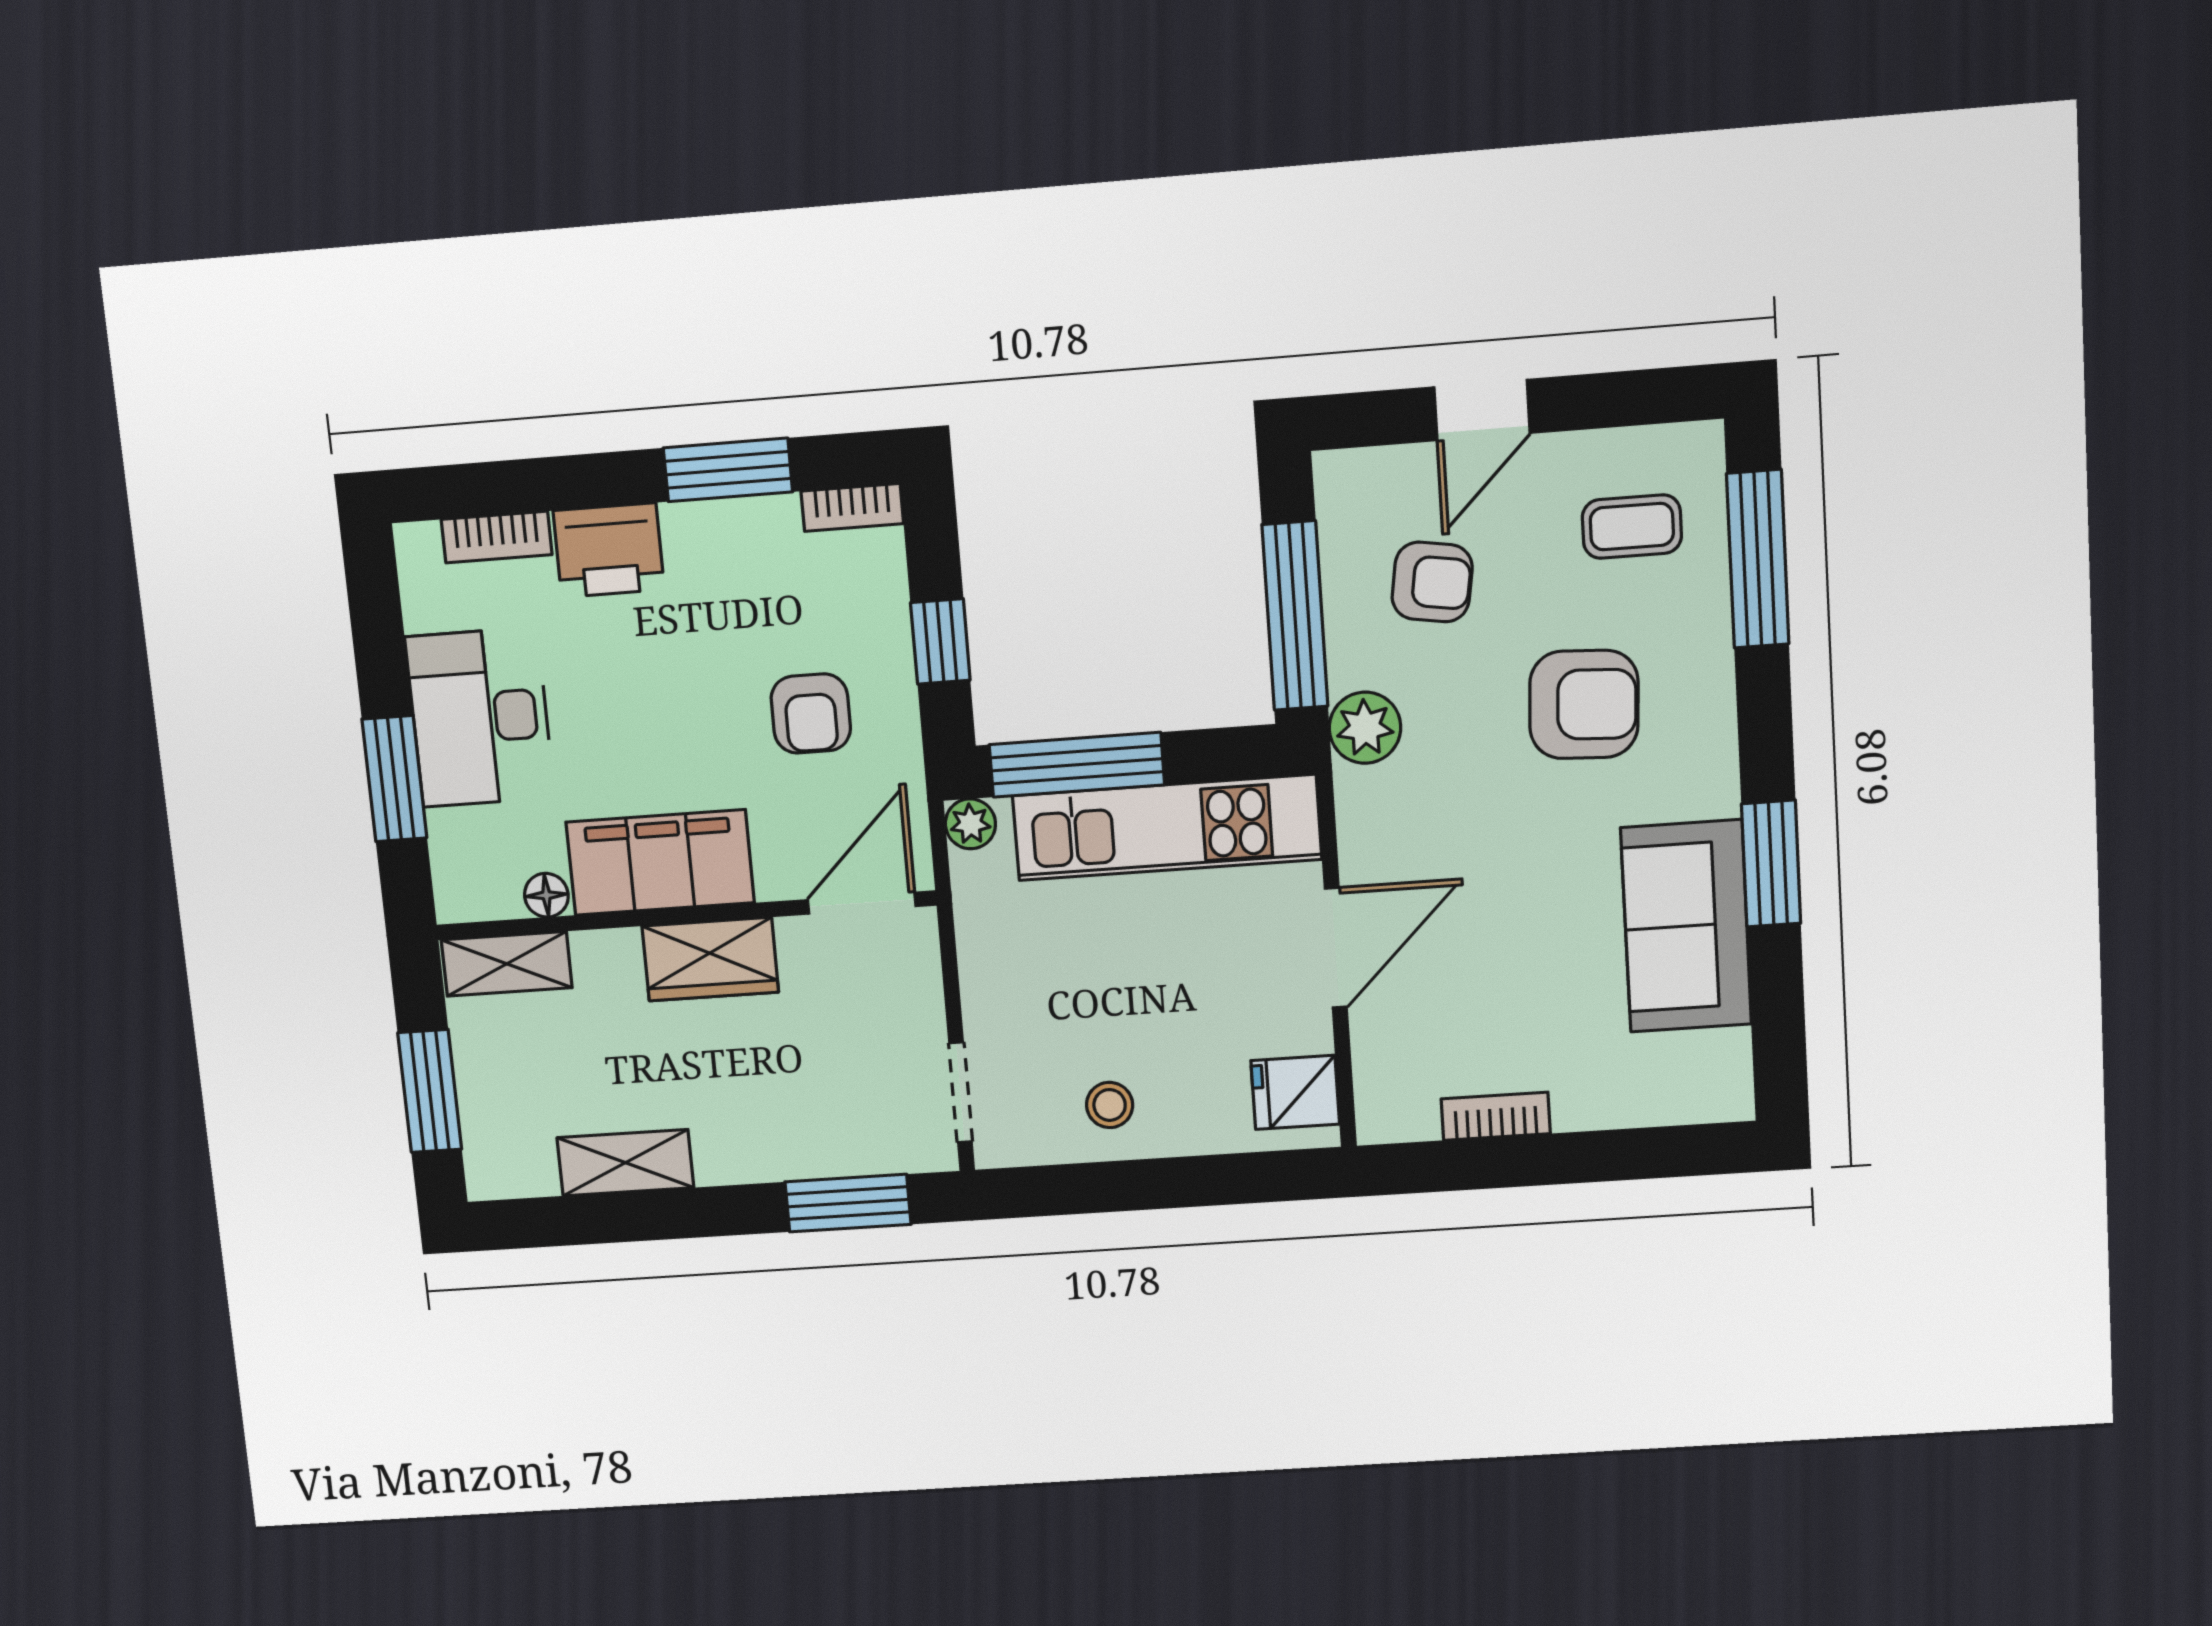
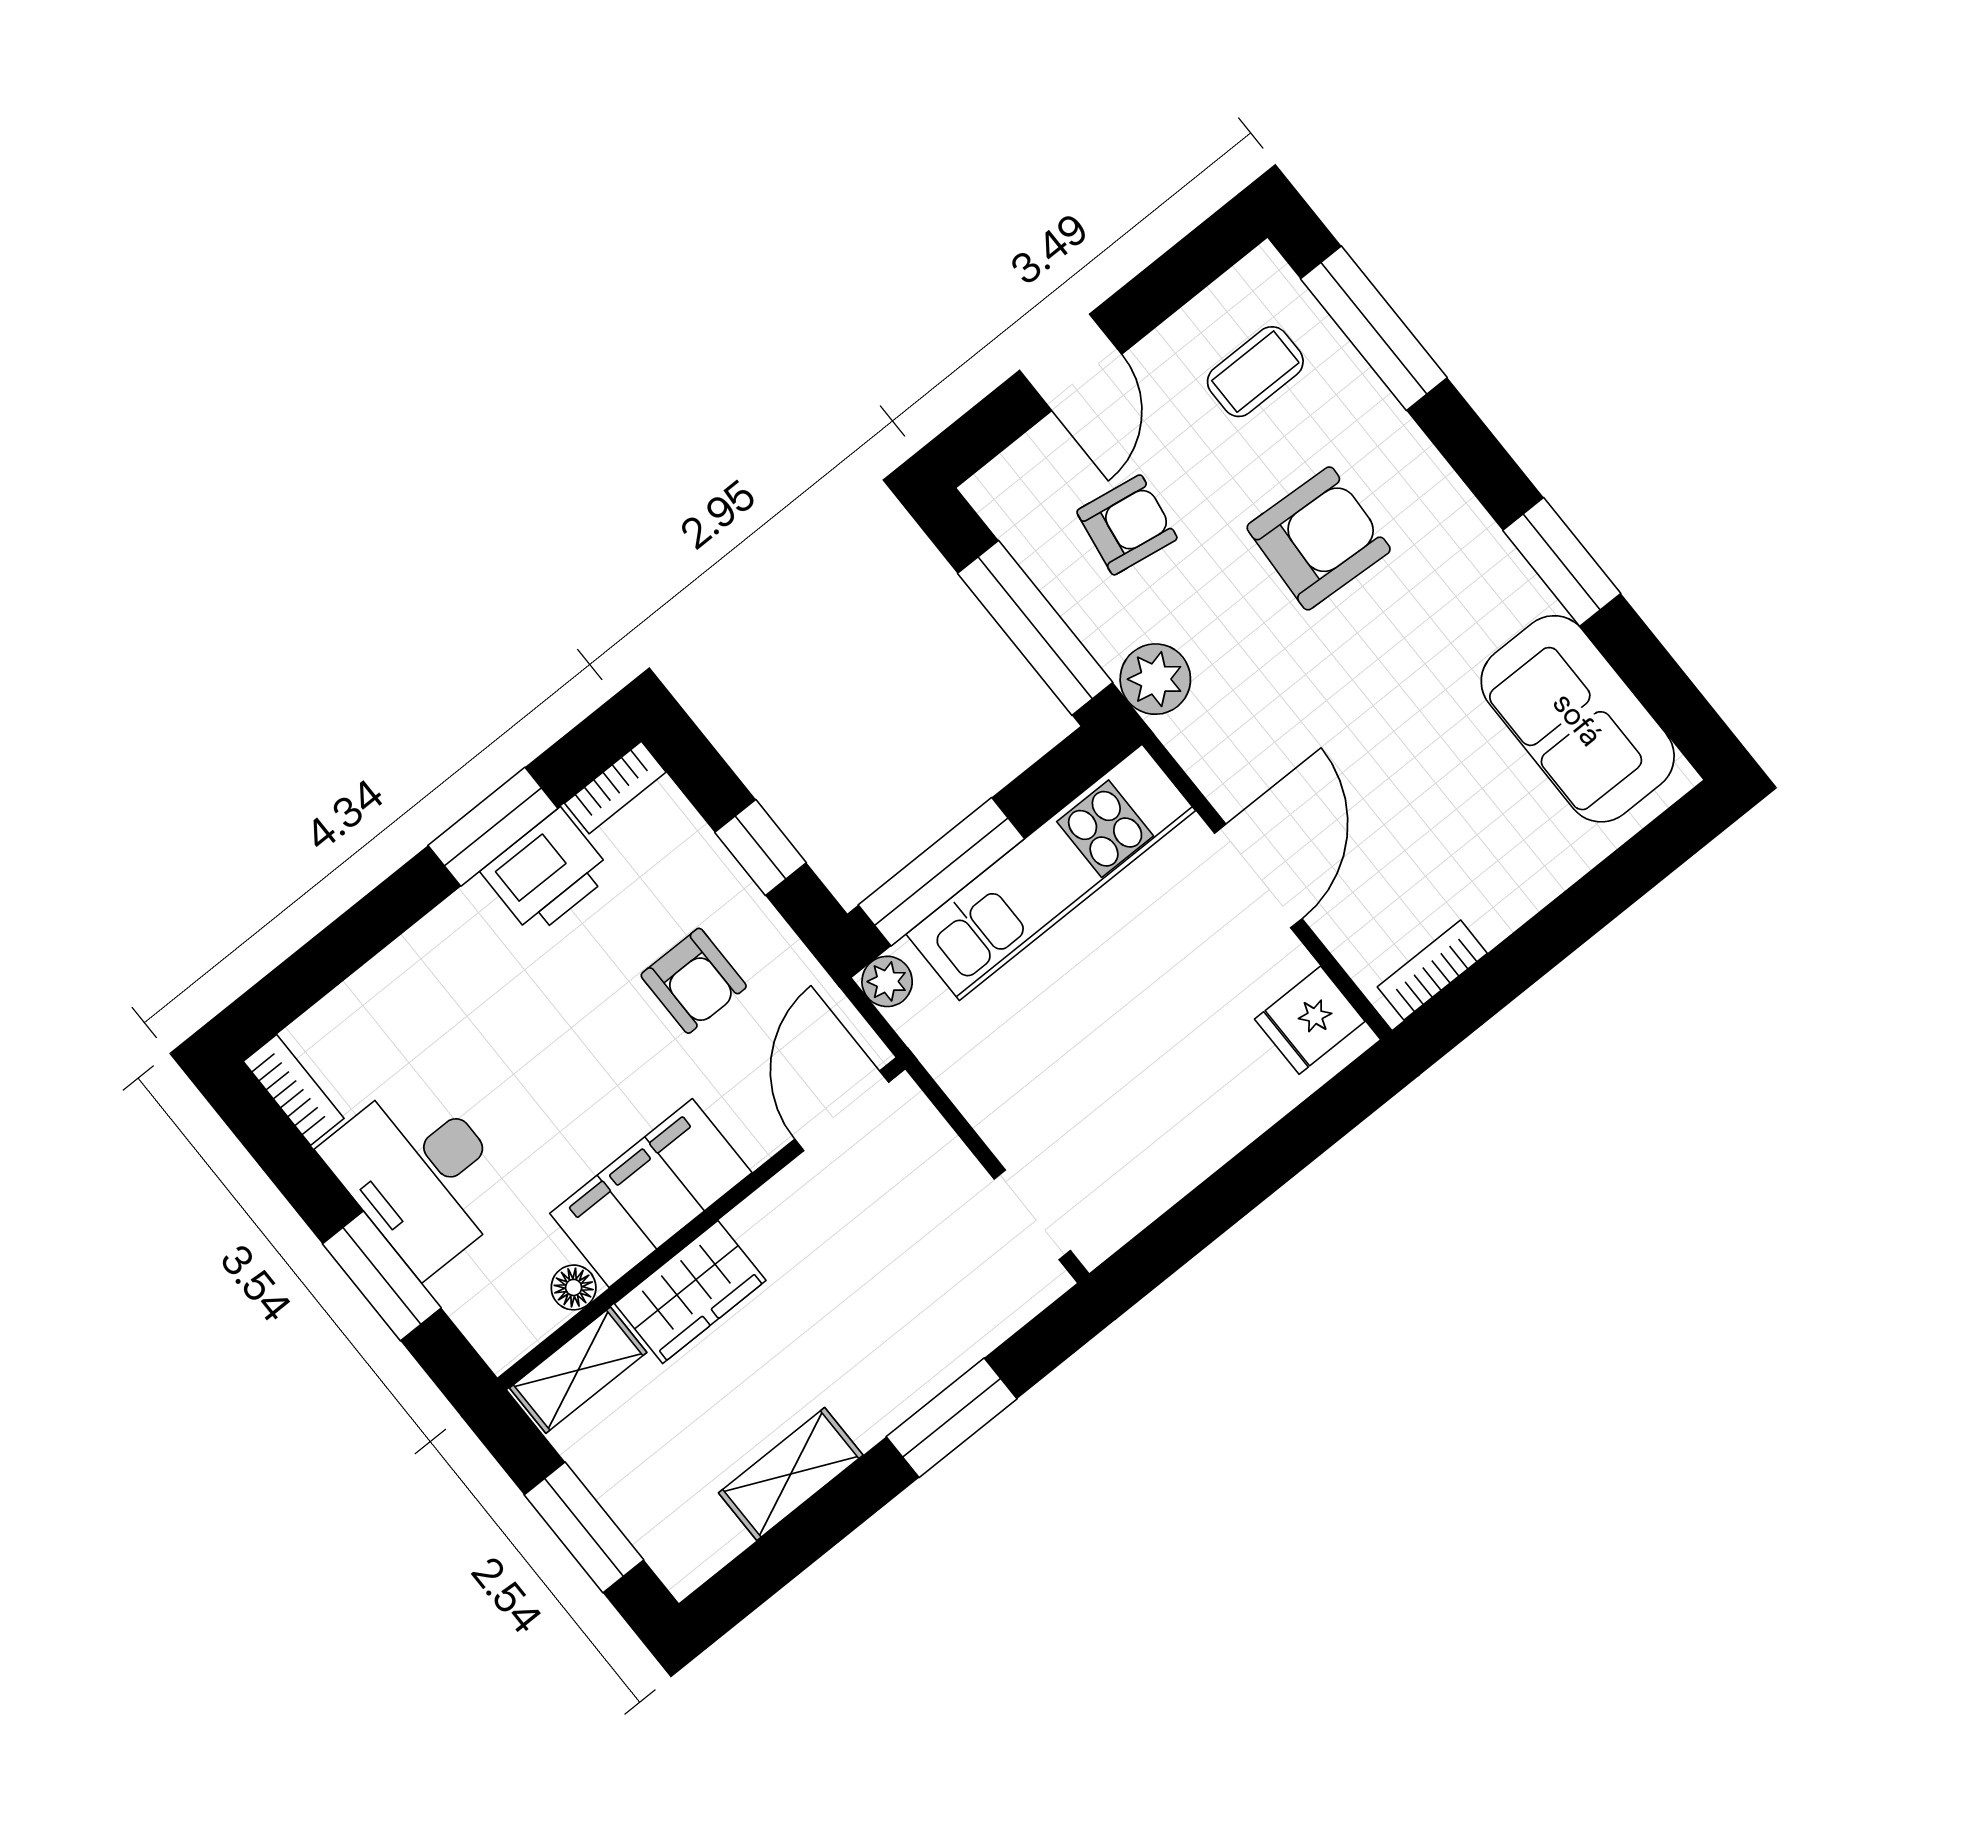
bookcase: (497, 537) -> (294, 1090), moved, turned -90
printer: (609, 550) -> (547, 872), moved
sofa: (1686, 926) -> (1578, 719), moved
wardrobe: (710, 959) -> (690, 1292), moved
stool: (1110, 1105) -> (1164, 1139), removed
bookcase: (1496, 1116) -> (1432, 970), moved
window: (848, 1203) -> (952, 1418), moved

